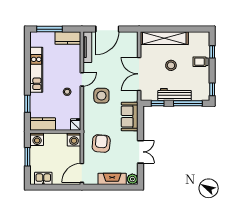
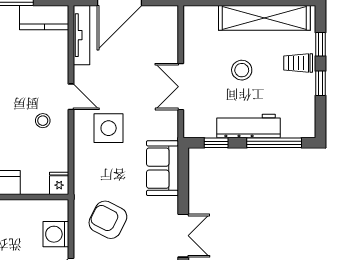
shelving: (164, 38) -> (264, 18), moved
double door: (139, 74) -> (181, 87), width x0.73
door: (82, 79) -> (71, 97), hinge flipped
window: (212, 89) -> (320, 83), moved
washing machine: (74, 139) -> (56, 234), moved, turned 90
armchair: (101, 143) -> (108, 220), turned -68

